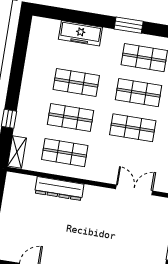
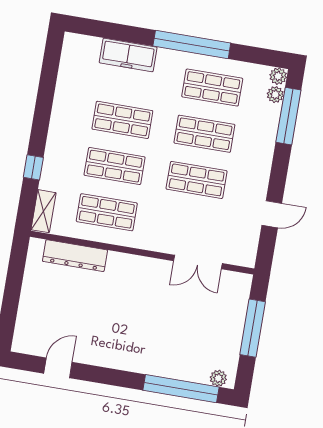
window: (129, 25) -> (192, 45), width x2.11
dresser: (59, 189) -> (75, 256), moved
double door: (134, 190) -> (198, 262), swing flipped

